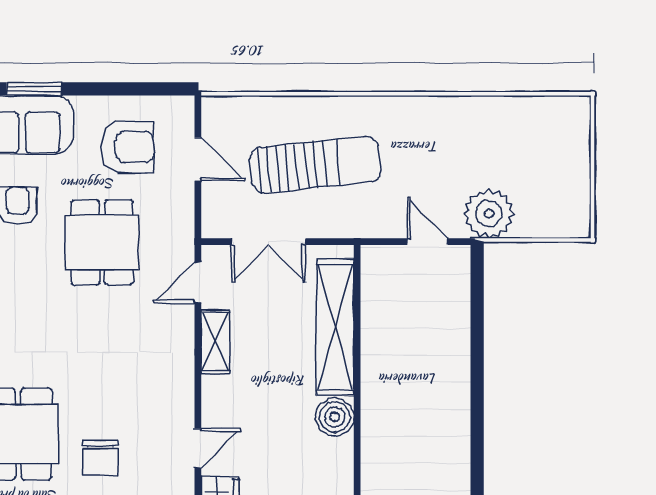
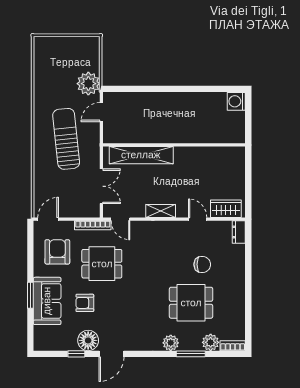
door: (198, 159) -> (48, 219), moved
sun lounger: (315, 165) -> (66, 139), moved
bookcase: (185, 223) -> (93, 225), added
shelving: (215, 342) -> (161, 211), moved
boiler: (335, 417) -> (183, 155), removed

